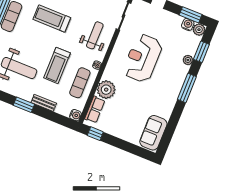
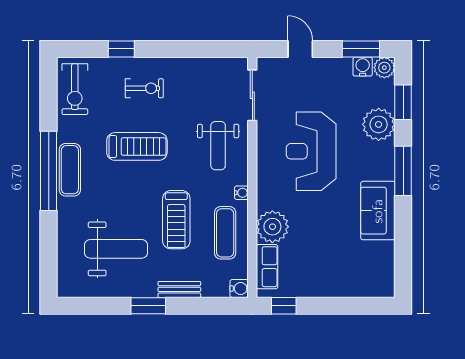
treadmill: (52, 19) -> (137, 146), turned 180
weight bench: (95, 35) -> (218, 146), turned 180
plant: (188, 60) -> (379, 124), width x1.88, depth x1.88
sofa: (153, 133) -> (378, 211), moved

